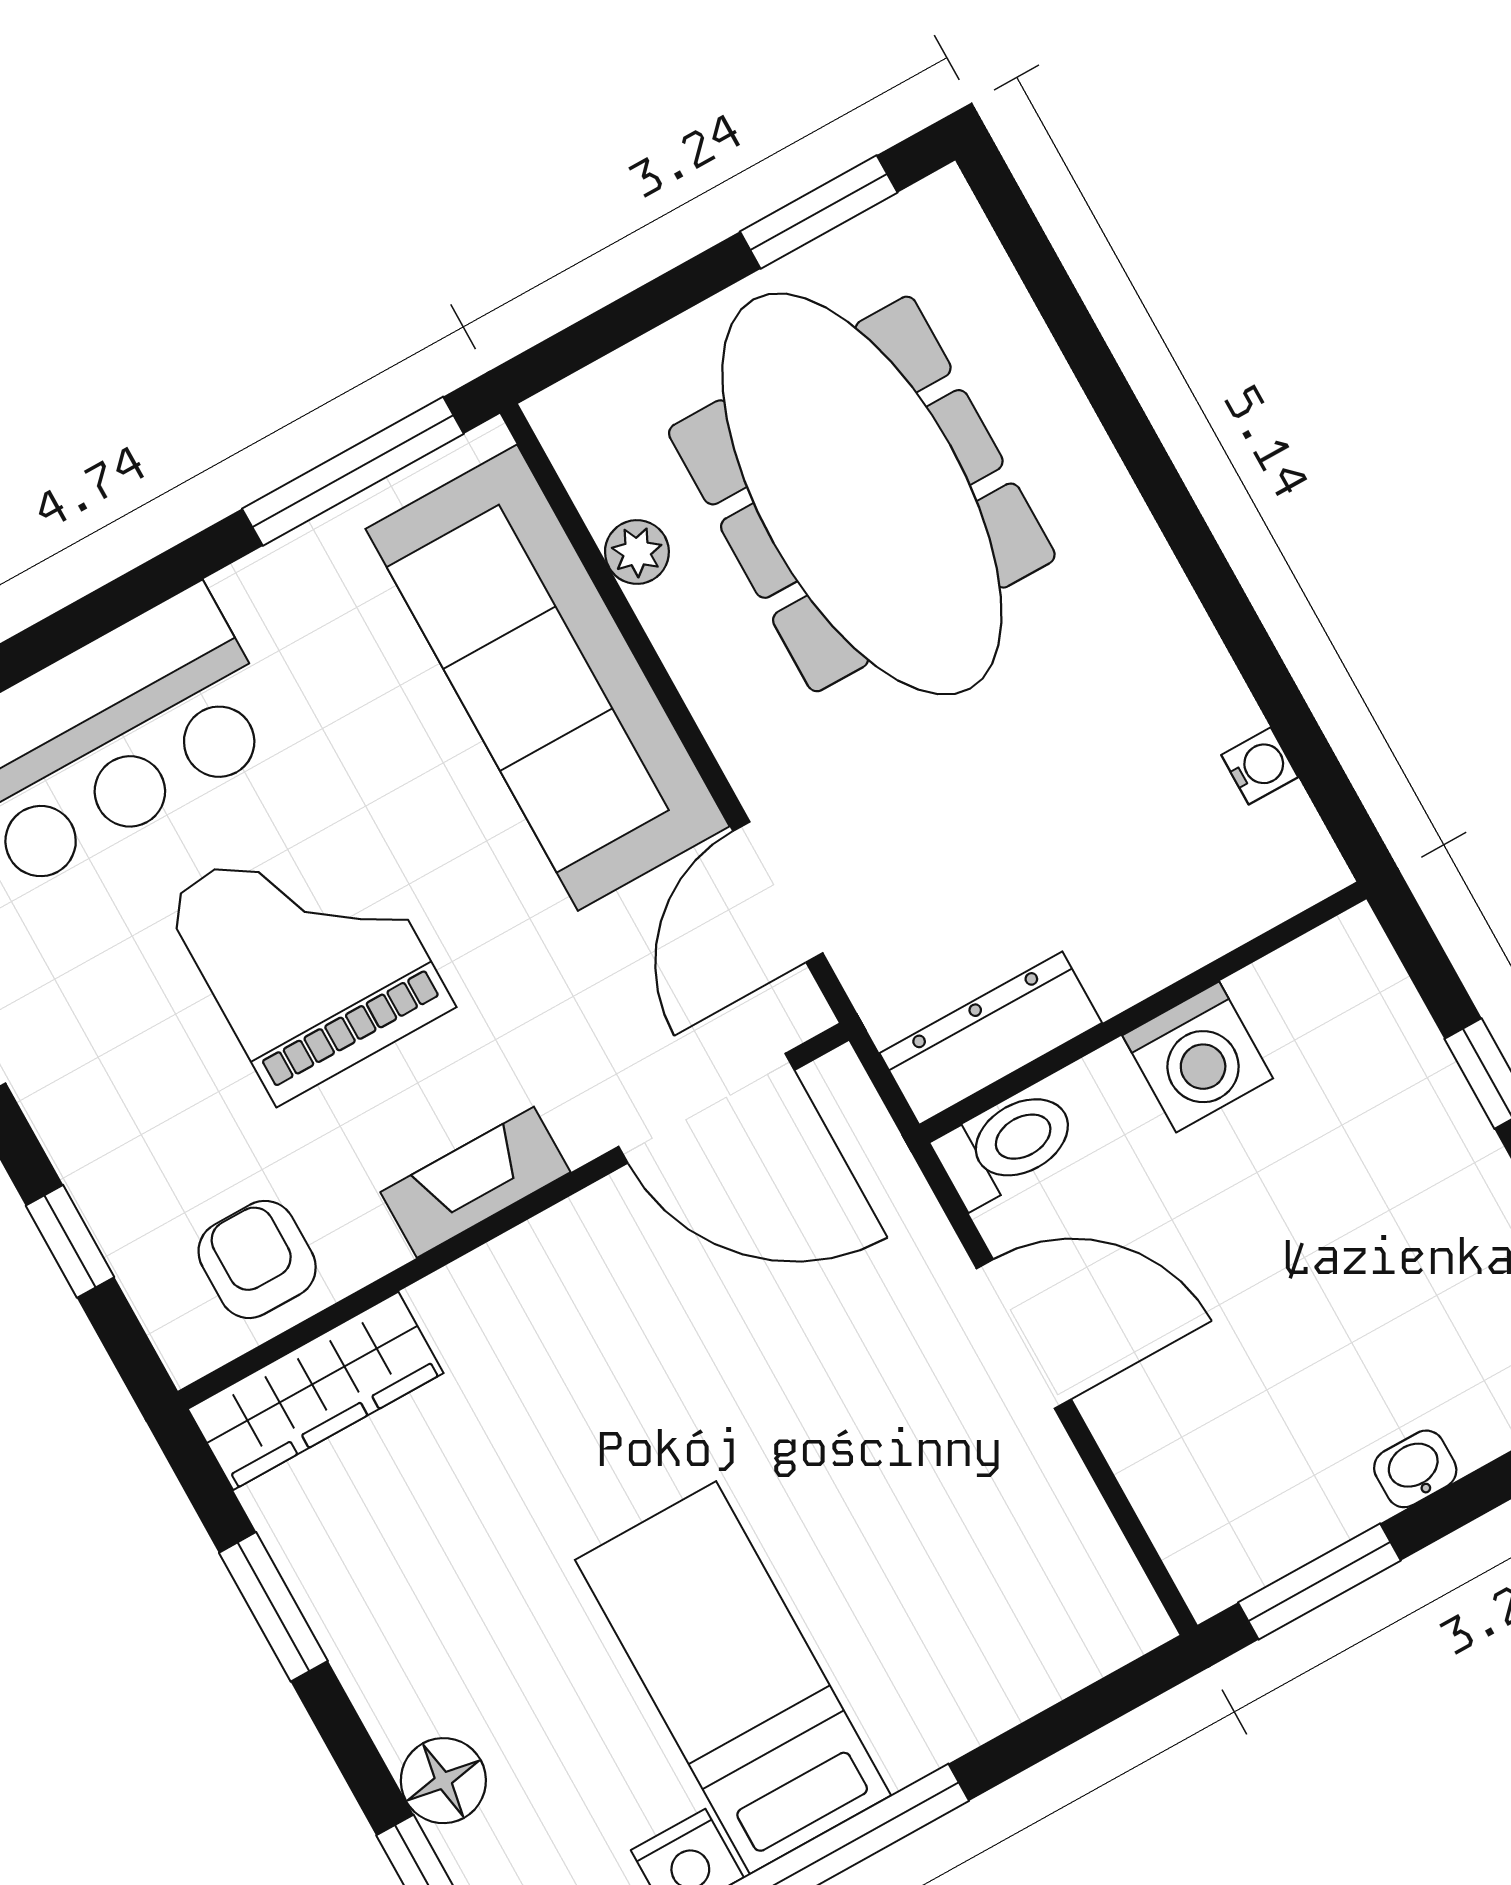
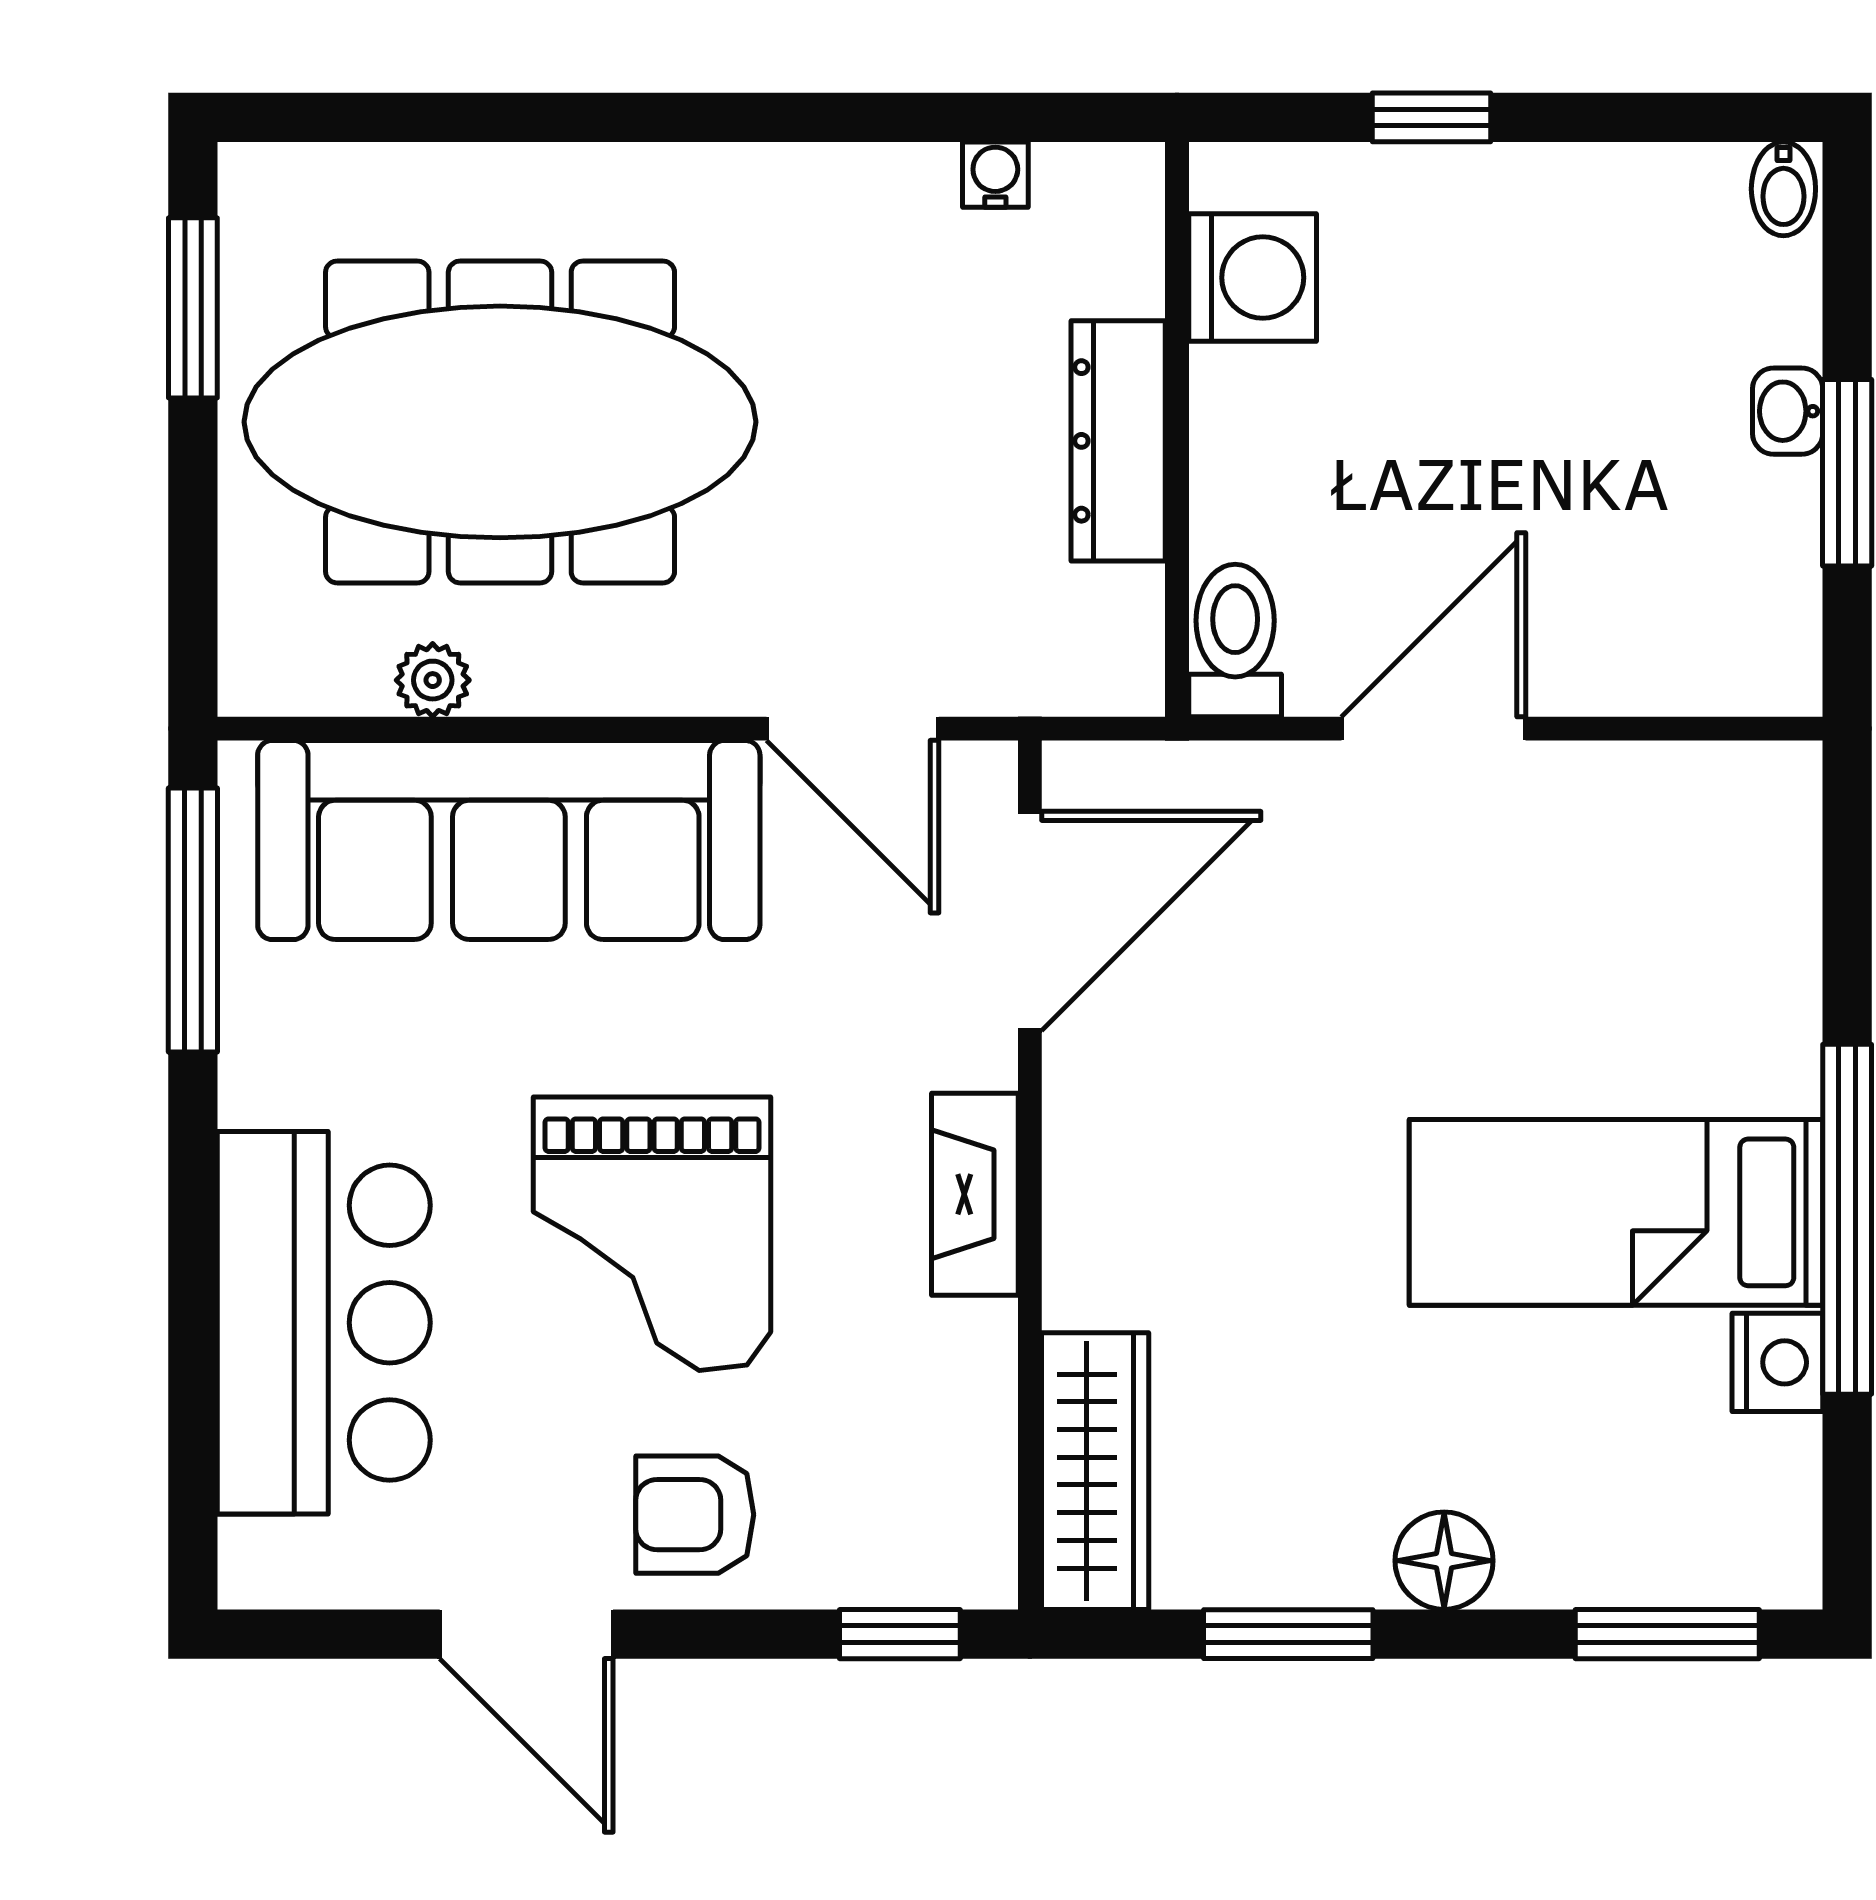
grand piano: (309, 953) -> (652, 1234), turned -90
dresser: (991, 1038) -> (1118, 441), moved
washing machine: (1198, 1057) -> (1253, 278), moved
window: (70, 1241) -> (900, 1634), moved
armchair: (257, 1259) -> (695, 1515), moved
window: (1319, 1582) -> (1847, 473), moved
floor lamp: (443, 1781) -> (1444, 1561), moved

